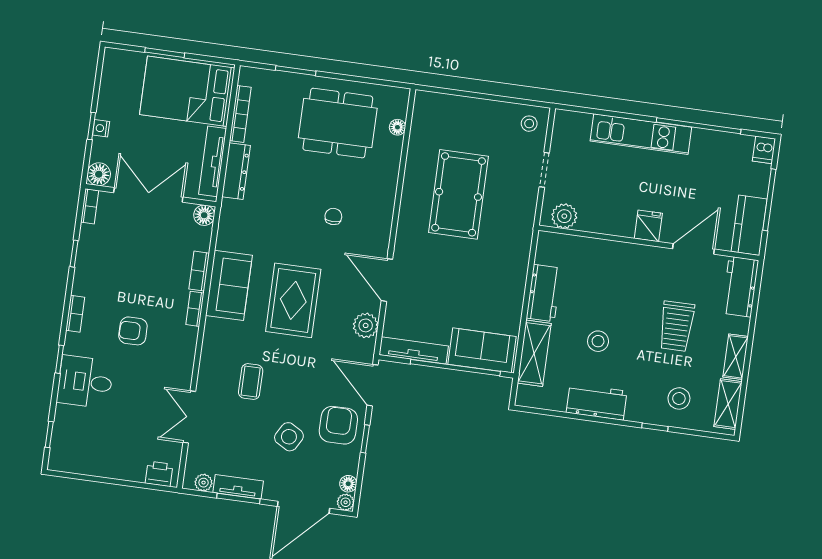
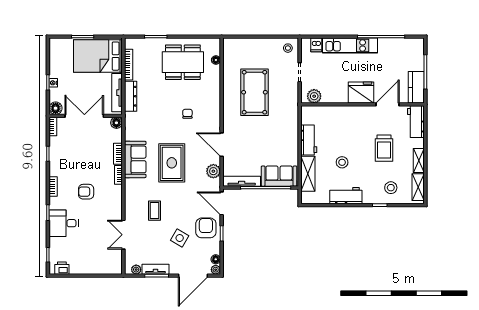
dishwasher: (764, 150) -> (316, 45), moved
fridge: (648, 226) -> (361, 92), width x1.88, depth x1.34
printer: (159, 474) -> (62, 268), moved

